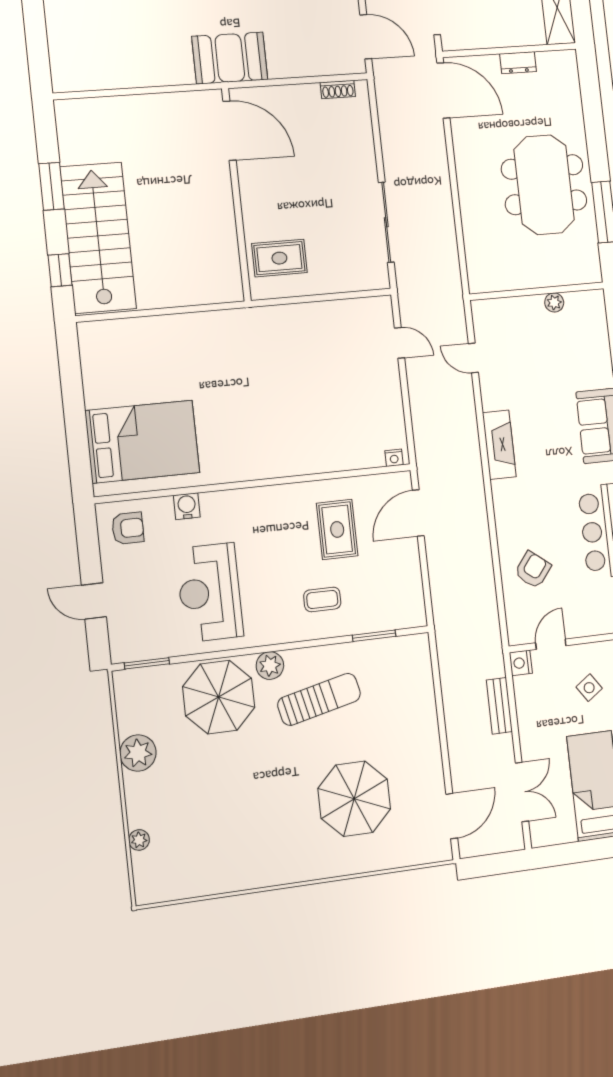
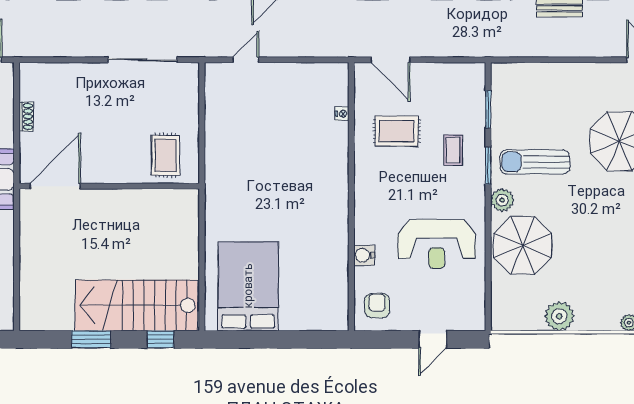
shoe rack: (338, 89) -> (26, 116), moved
bed: (142, 442) -> (248, 286), moved
nightstand: (394, 458) -> (342, 114), moved
window: (147, 663) -> (488, 166), moved
sun lounger: (319, 699) -> (535, 162), turned -77

